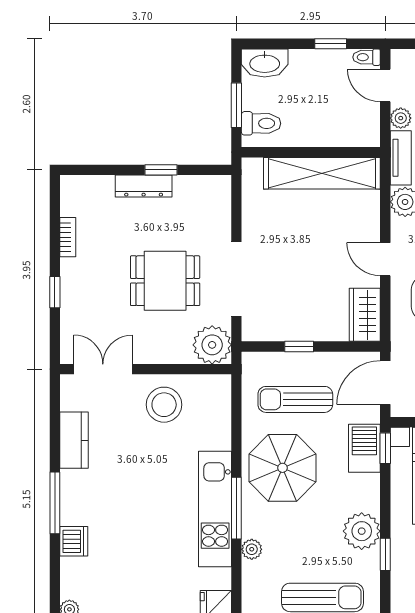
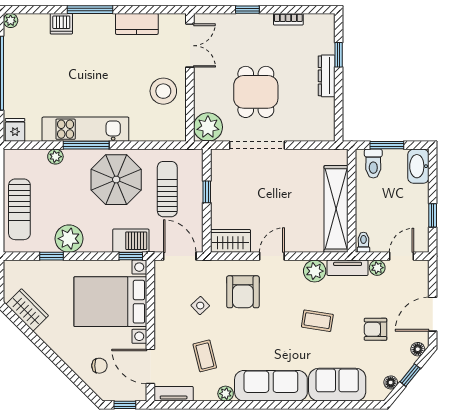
toilet: (367, 57) -> (363, 242), moved
window: (161, 170) -> (339, 55), moved

